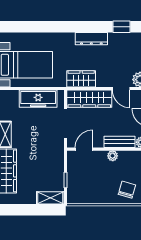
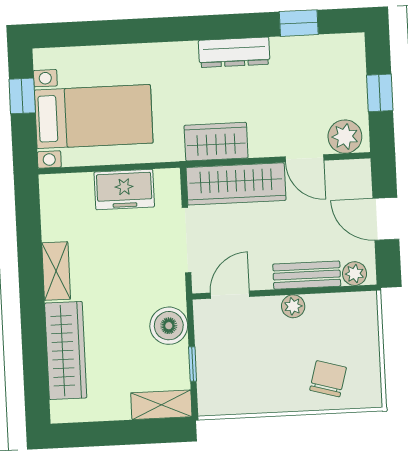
freezer: (38, 99) -> (124, 189), width x0.71
boiler: (55, 162) -> (169, 326), added

